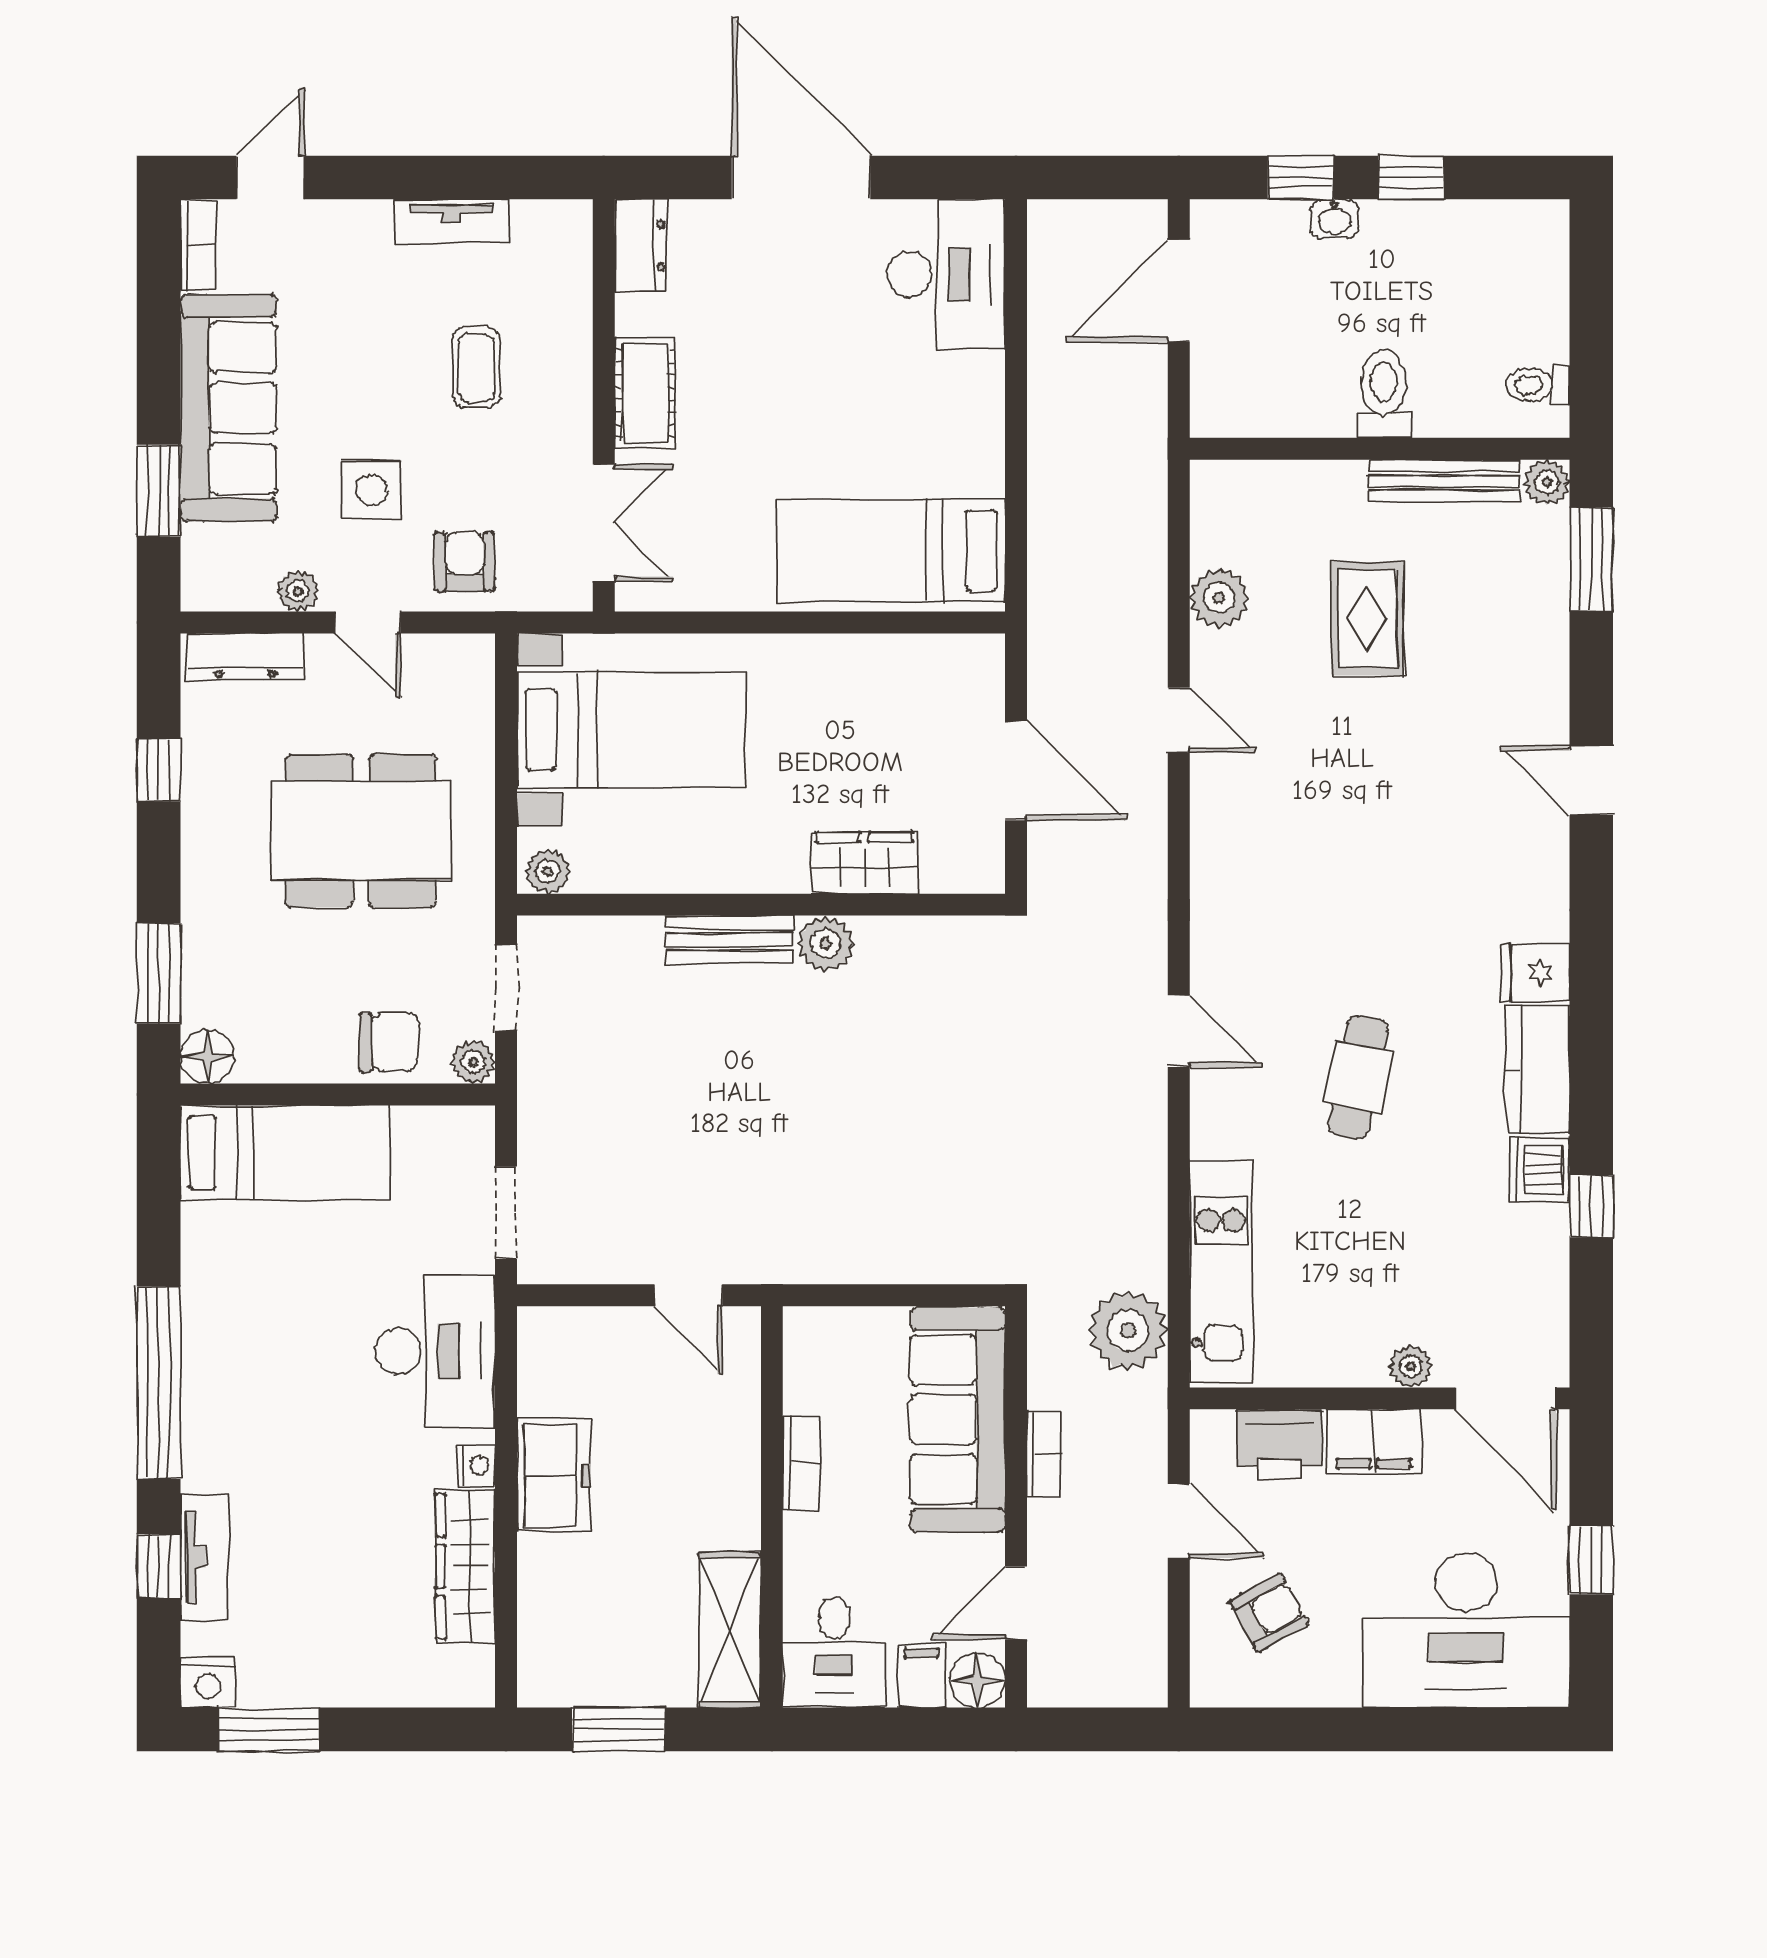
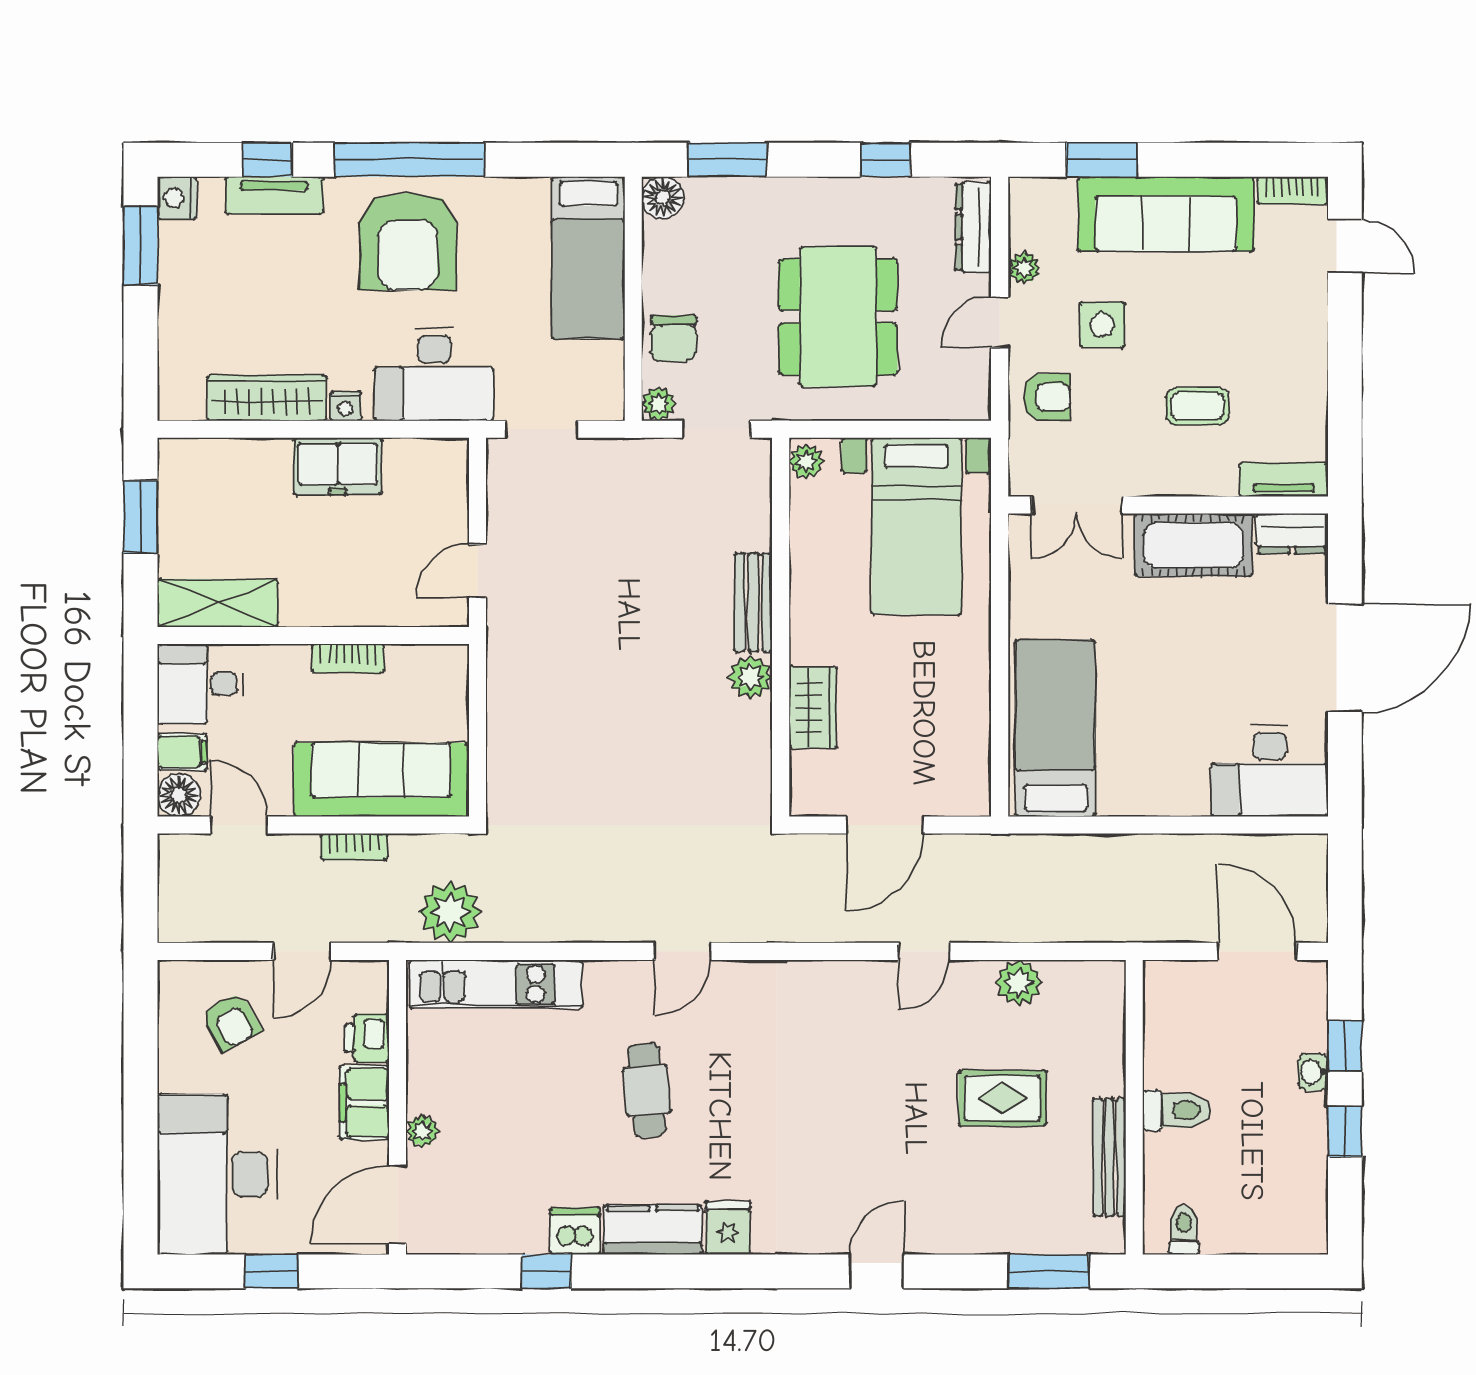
tv unit: (452, 221) -> (1284, 480), moved, turned 90
cot: (645, 393) -> (1193, 545), width x1.37, depth x1.34
plant: (1547, 482) -> (1108, 1237), removed
cafe table: (1358, 1077) -> (647, 1090), turned 74
armchair: (264, 1385) -> (408, 241), added
printer: (1279, 1444) -> (367, 1038), width x0.73, depth x0.81

